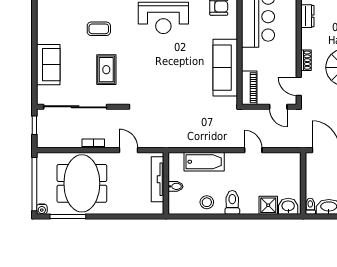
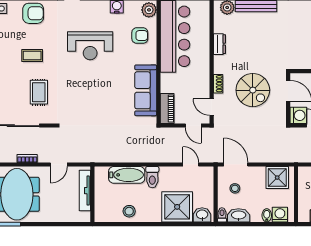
door: (128, 150) -> (59, 164), swing flipped
door: (253, 150) -> (191, 164), moved
stool: (325, 177) -> (235, 188), added
bidet: (175, 186) -> (101, 197), removed
toilet: (232, 202) -> (152, 177), moved, turned 180
shower: (268, 205) -> (177, 207), width x1.86, depth x1.86

